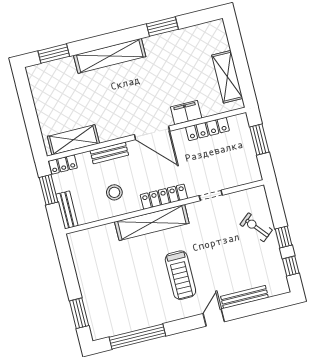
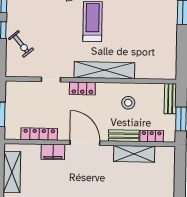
shelving: (73, 140) -> (134, 154), moved
locker: (63, 164) -> (152, 136), moved
locker: (164, 197) -> (82, 88), width x0.66

